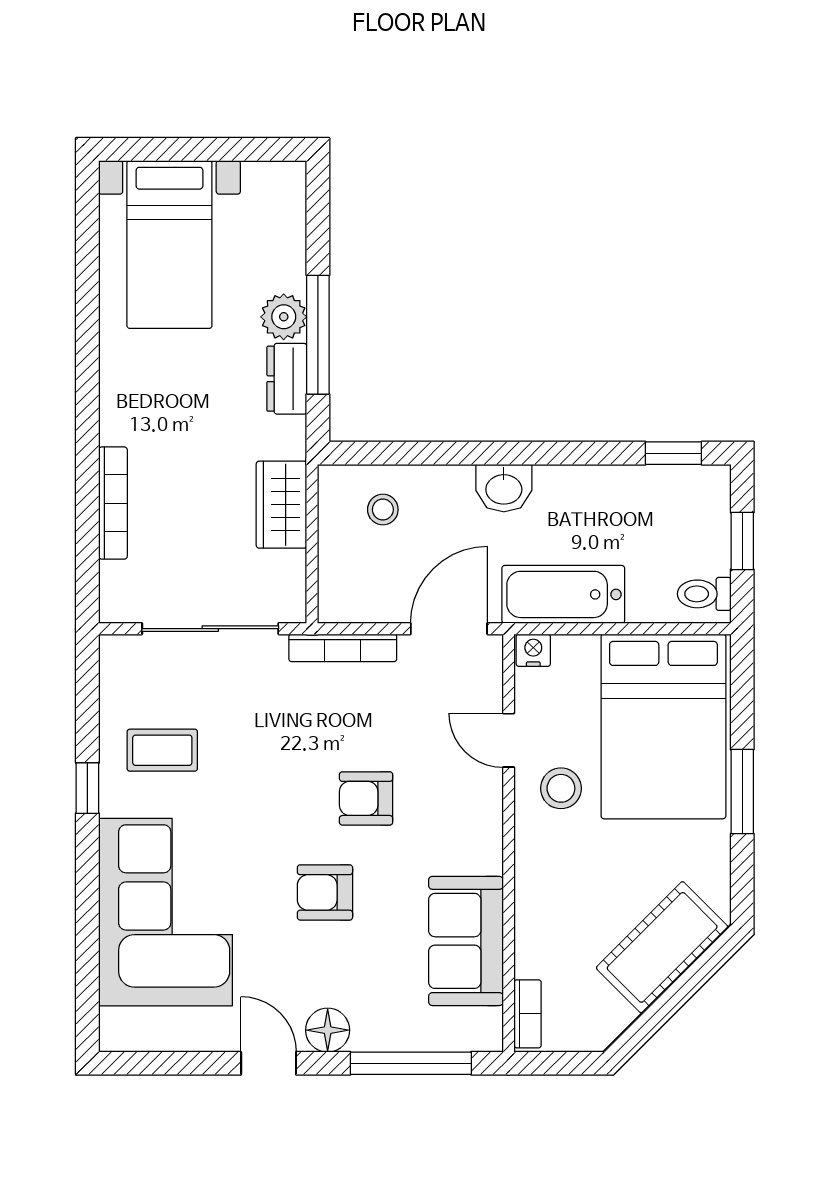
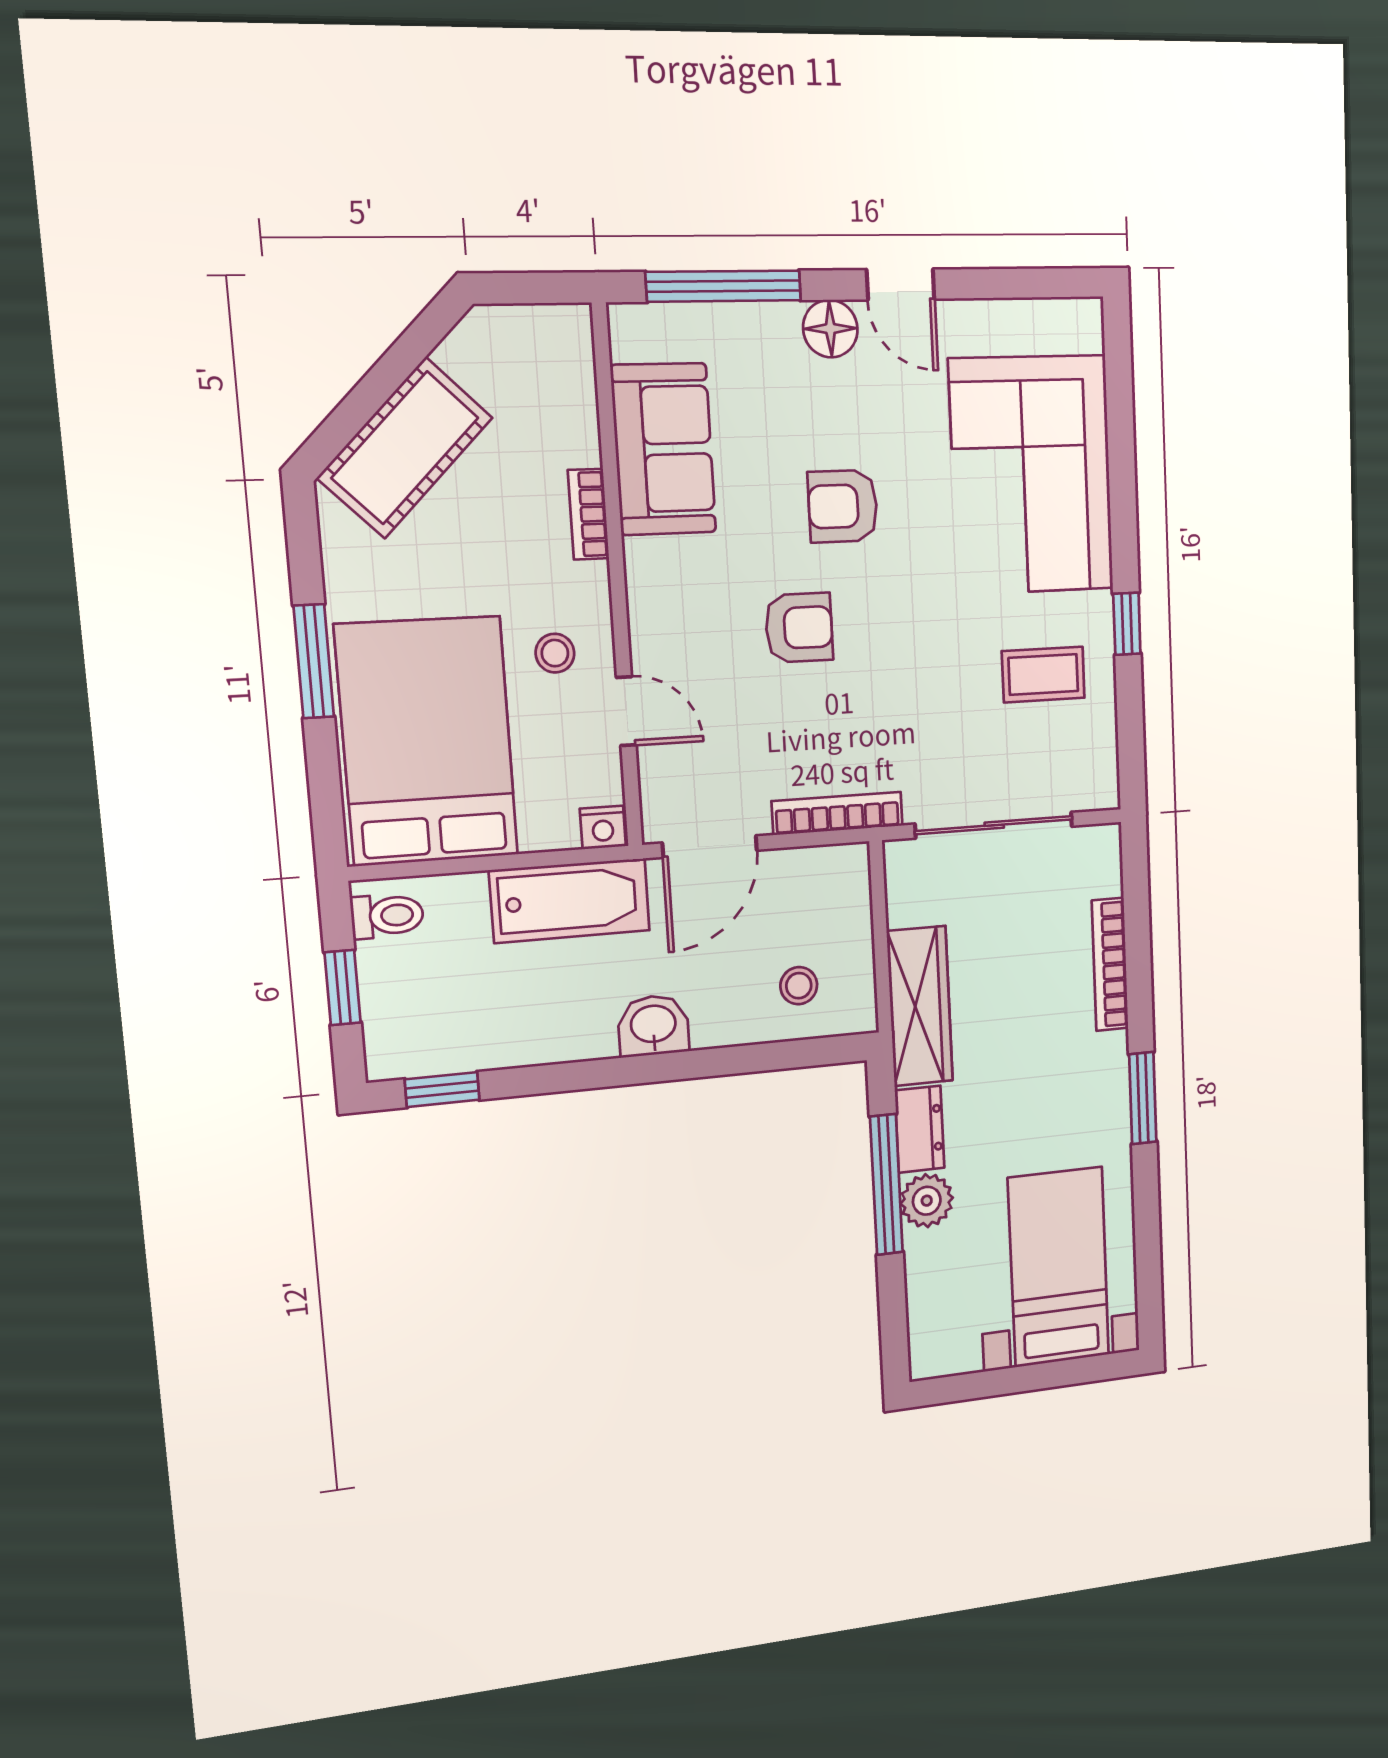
window: (87, 384) -> (1143, 1098), added
wardrobe: (281, 505) -> (920, 1006), width x1.50
stool: (561, 788) -> (555, 653), width x0.73, depth x0.73
armchair: (325, 892) -> (843, 506), turned 180
bookcase: (528, 1014) -> (588, 514), moved

